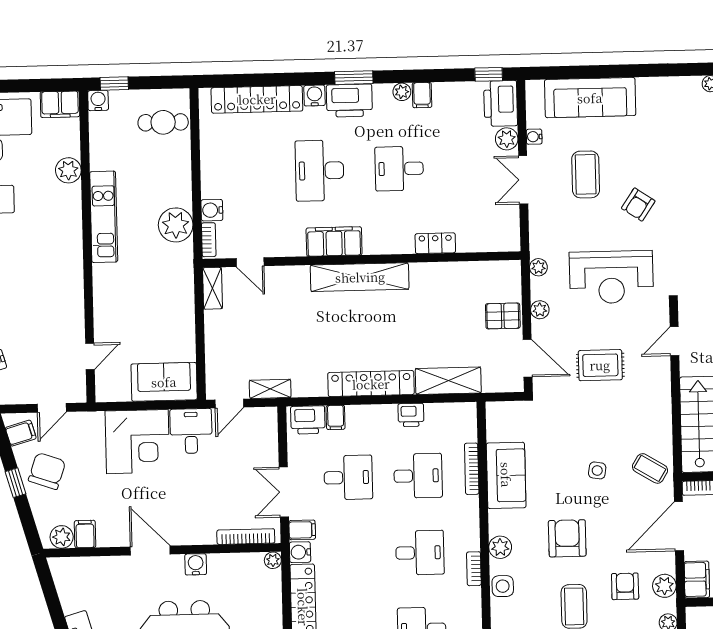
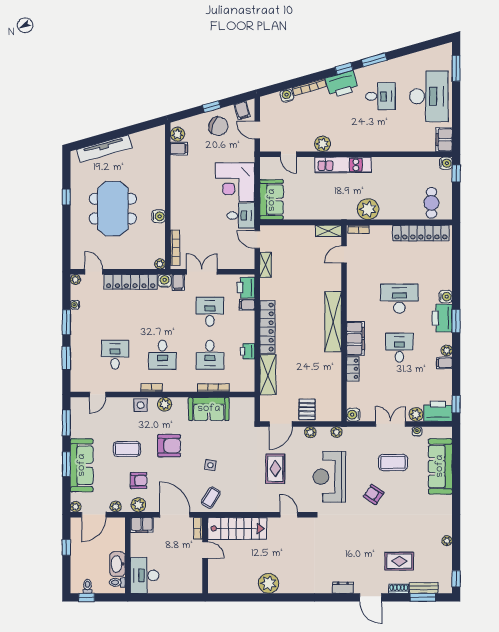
locker: (257, 99) -> (421, 233), moved, turned -90
plant: (68, 170) -> (323, 144), moved
water cooler: (212, 210) -> (353, 415), moved, turned -90
kitchen unit: (104, 217) -> (343, 165), moved
filing cabinet: (334, 241) -> (355, 338), moved
desk: (348, 477) -> (210, 312), turned 180
door: (150, 551) -> (168, 189), removed

